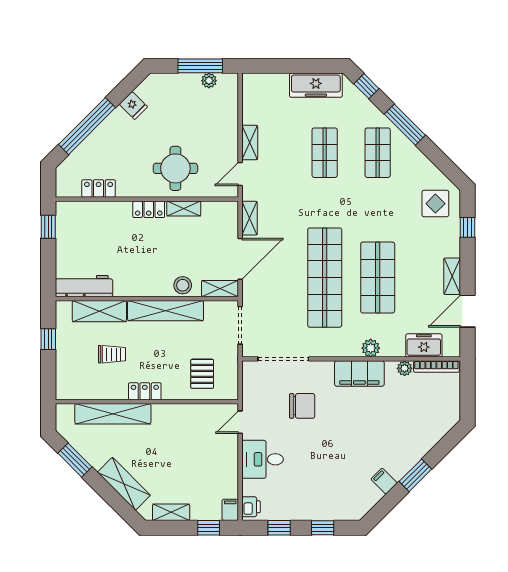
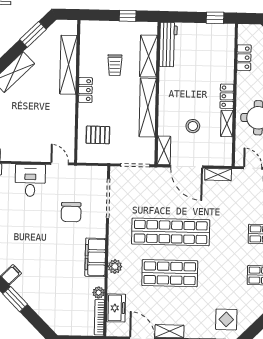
stool: (183, 285) -> (193, 126), moved

